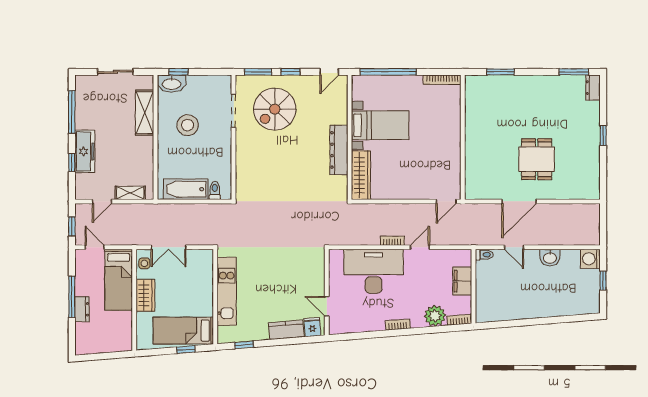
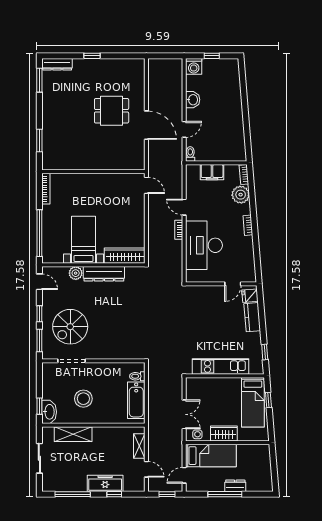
dresser: (593, 88) -> (57, 64), width x1.44
spiral stairs: (275, 109) -> (70, 327), turned 90
plant: (340, 116) -> (76, 273), added

